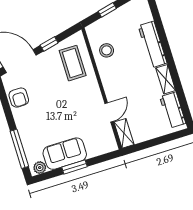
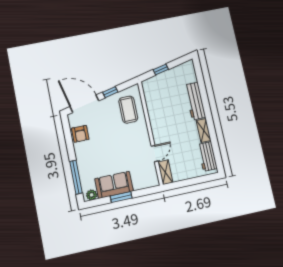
stool: (107, 50) -> (157, 102), removed

